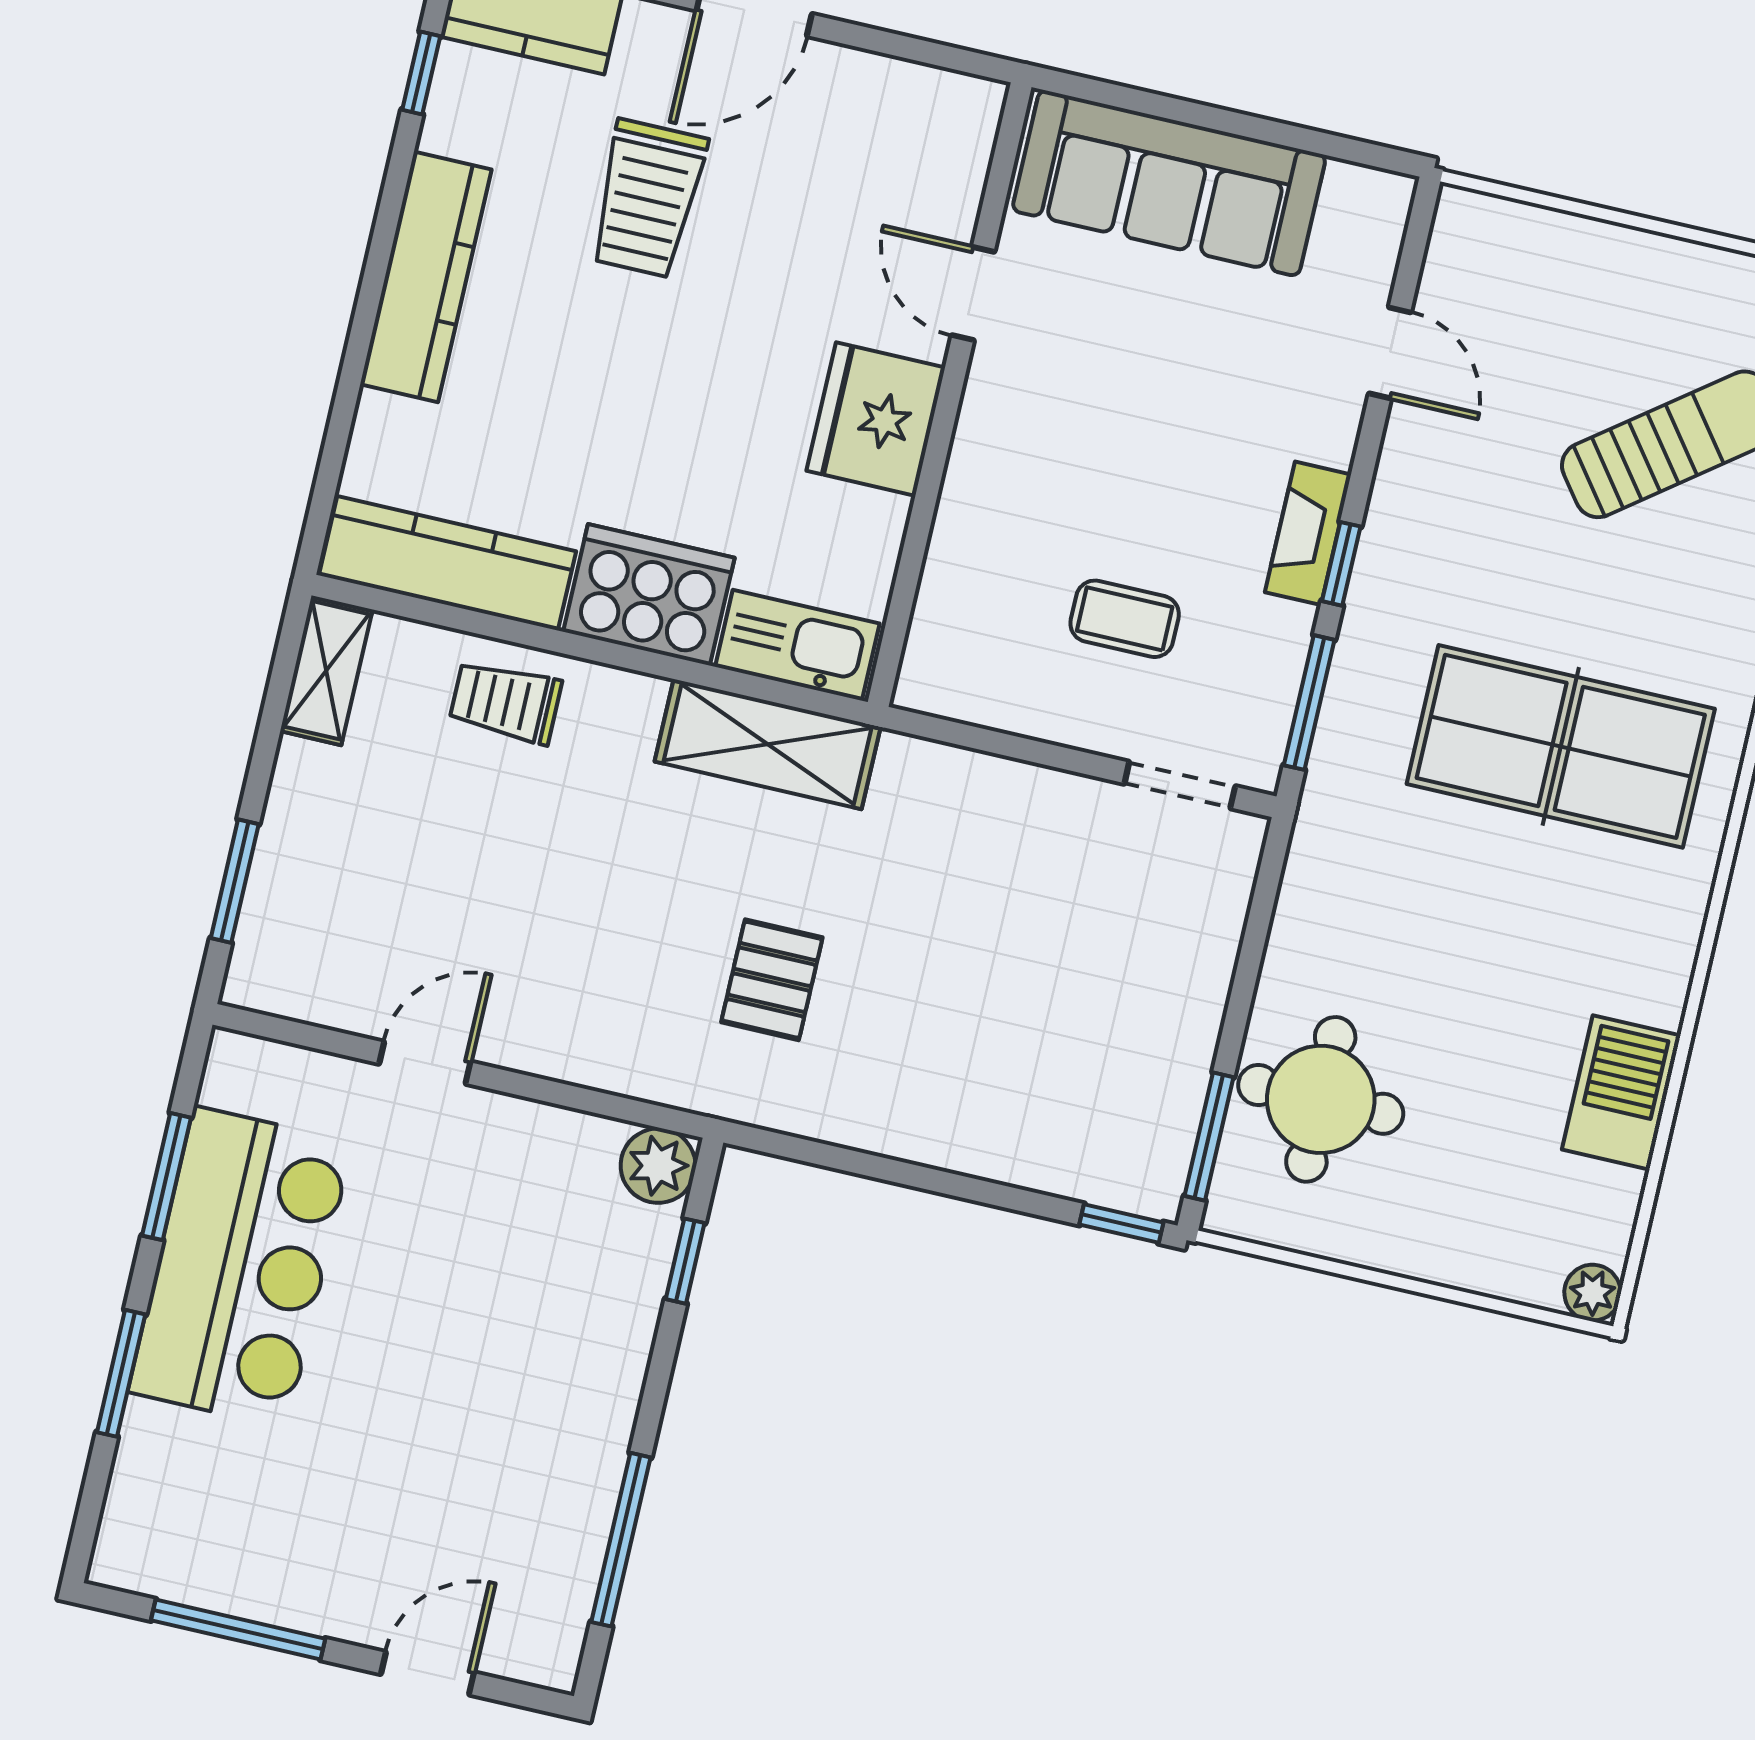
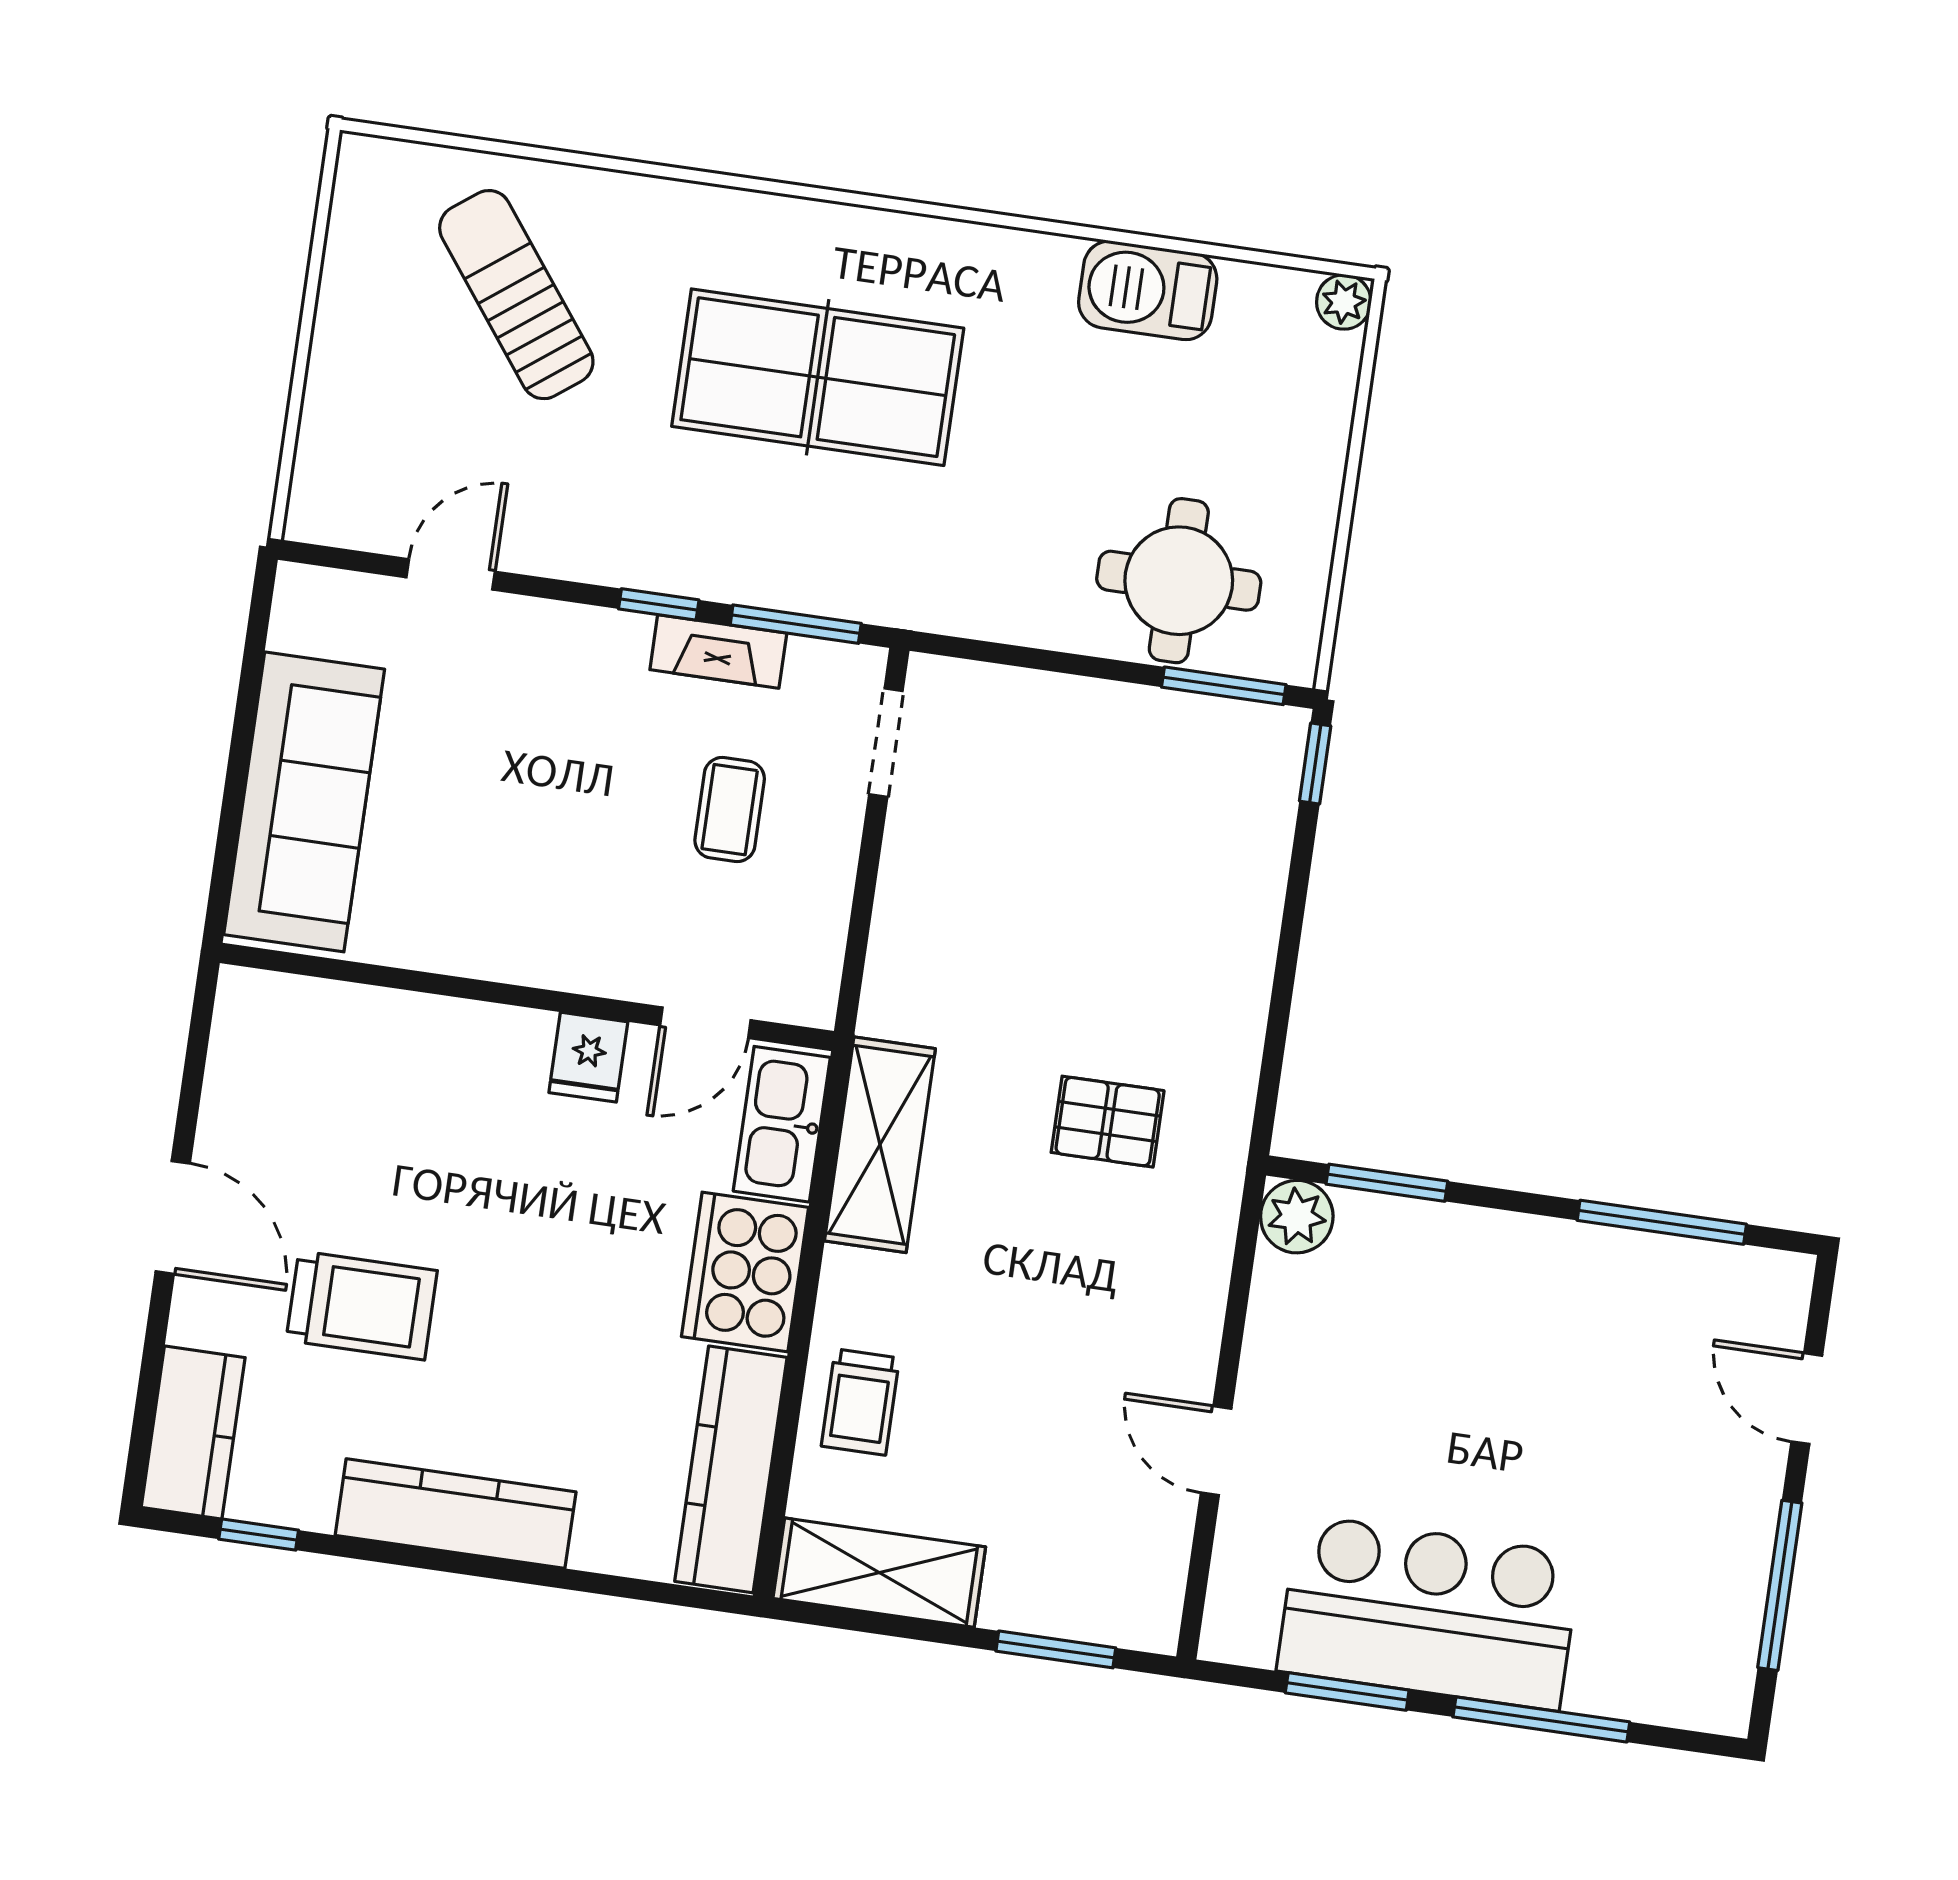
door: (973, 294) -> (705, 1023), moved
fridge: (876, 419) -> (588, 1057), width x0.53, depth x0.75
fireplace: (1308, 533) -> (718, 651), moved
shelving: (326, 670) -> (879, 1573), width x1.50, depth x1.33
table tennis table: (1561, 746) -> (818, 377), turned 90
window: (685, 1261) -> (1387, 1183), width x1.50
window: (121, 1373) -> (1541, 1719), width x1.44

